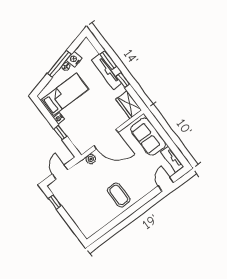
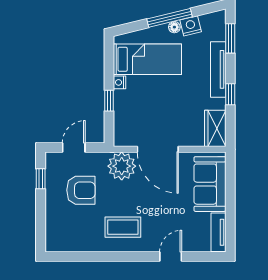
window: (108, 60) -> (230, 38), moved
plant: (91, 159) -> (122, 166), width x1.88, depth x1.88
door: (166, 184) -> (171, 256), moved
armchair: (81, 192) -> (81, 190), added
coffee table: (119, 195) -> (123, 227), turned 90

